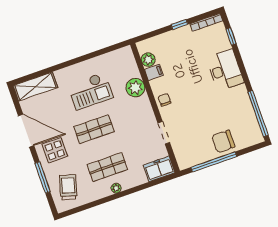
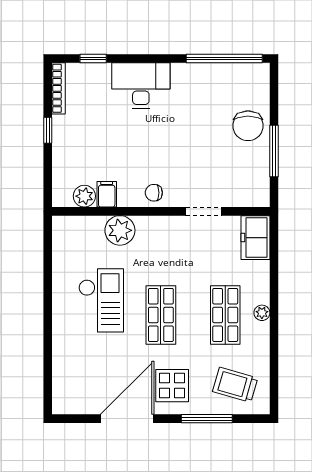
shelving: (35, 87) -> (65, 381), removed
window: (214, 162) -> (274, 151), width x0.68

